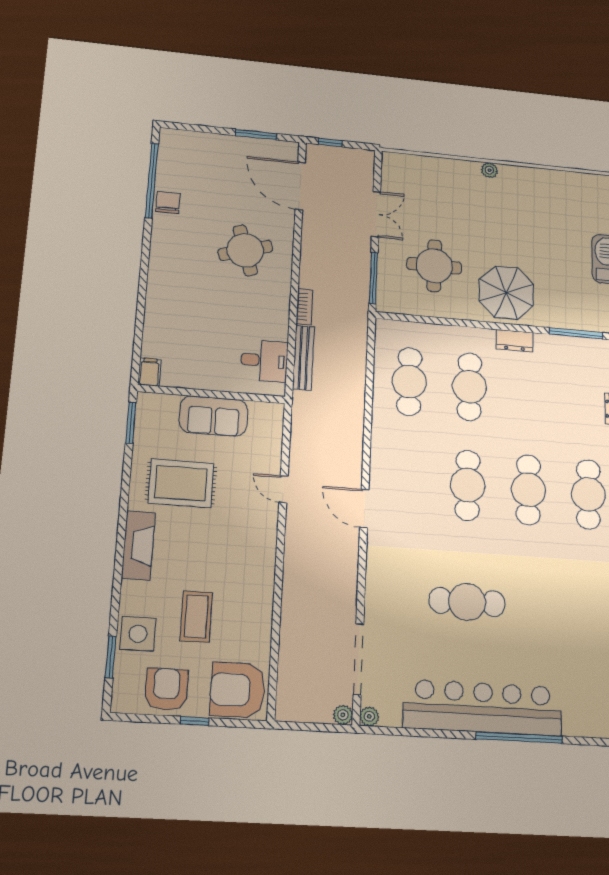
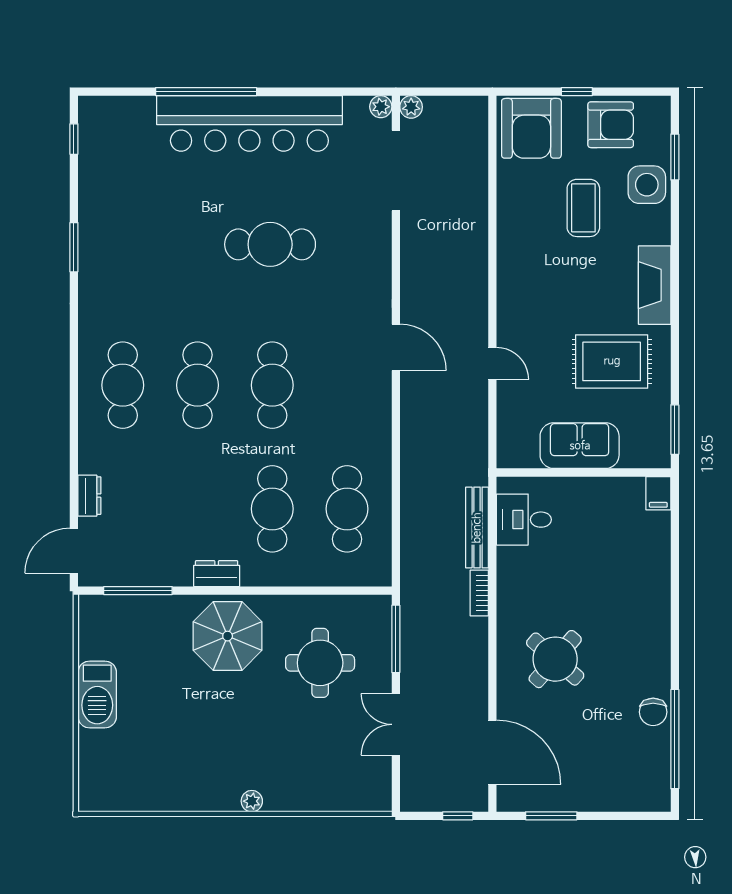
round table: (245, 250) -> (555, 659), turned -32
armchair: (166, 689) -> (611, 125), turned -90
armchair: (238, 690) -> (531, 128), turned 90

